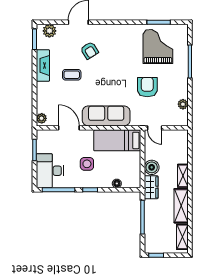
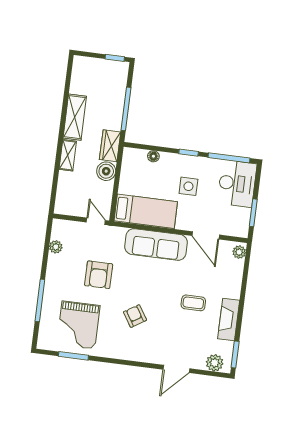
armchair: (89, 50) -> (135, 316), moved
shelving: (182, 237) -> (78, 77), removed

